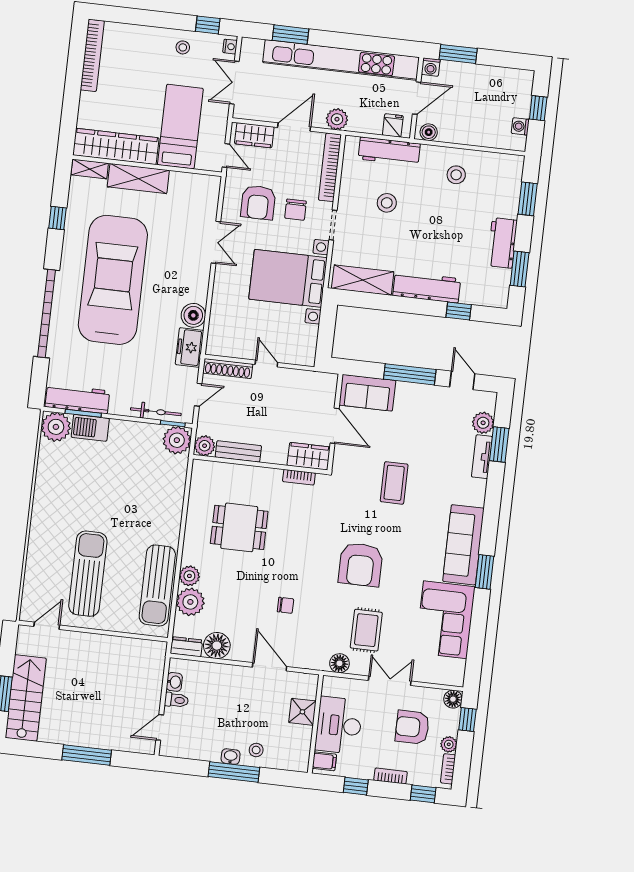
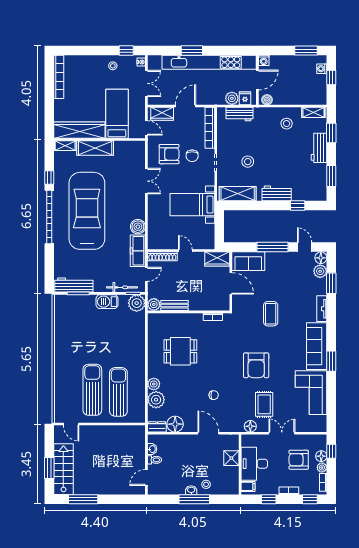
window: (290, 35) -> (192, 51), moved
window: (458, 54) -> (306, 51), moved
double door: (234, 83) -> (146, 83), swing flipped
plant: (337, 119) -> (232, 98), moved
washing machine: (520, 126) -> (322, 69), moved
workbench: (389, 151) -> (240, 114), width x0.73
shelving: (502, 162) -> (313, 112), added
armchair: (258, 203) -> (169, 154), turned -90
stool: (387, 203) -> (248, 162), moved
workbench: (502, 243) -> (319, 148), moved
bed with nightstands: (288, 278) -> (192, 205), width x0.73
workbench: (427, 287) -> (277, 193), width x0.73
garage door: (47, 313) -> (49, 217), moved
freezer: (189, 347) -> (138, 251), width x1.40
floor lamp: (487, 401) -> (321, 258), added
plant: (56, 427) -> (63, 303), removed
barbecue: (90, 428) -> (107, 302), moved
wardrobe: (309, 456) -> (217, 259), moved, turned 180
tv unit: (482, 457) -> (322, 309), moved
sun lounger: (157, 586) -> (118, 392), moved, turned 180
door: (47, 626) -> (71, 424), swing flipped
floor lamp: (453, 699) -> (321, 456), moved
window: (87, 755) -> (83, 499), moved

